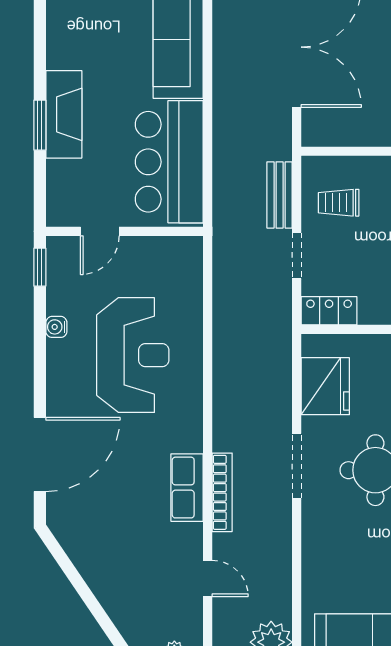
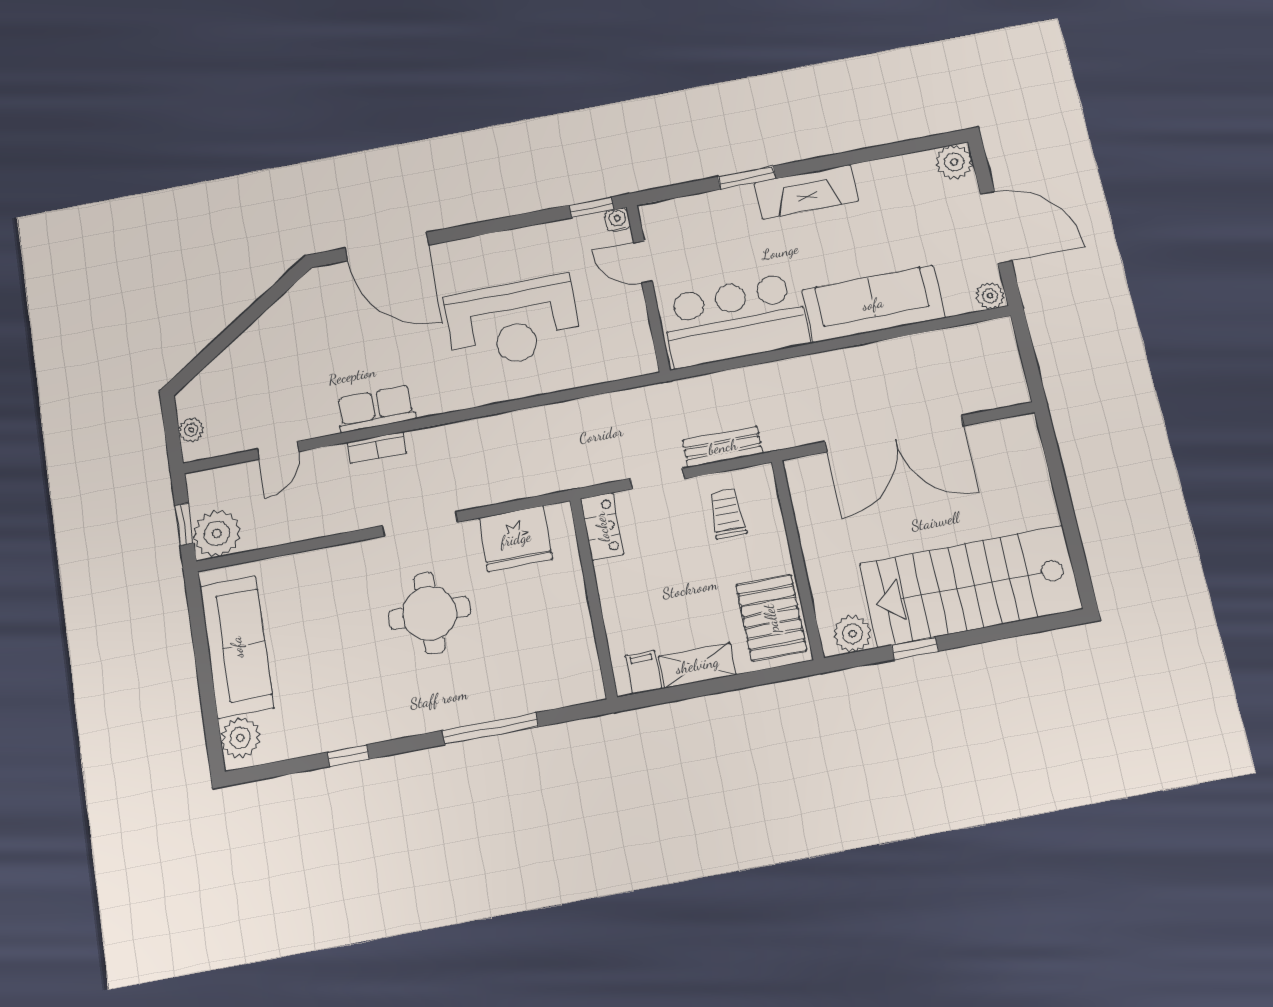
fireplace: (64, 114) -> (806, 192), moved
water cooler: (56, 327) -> (618, 220), moved
bookcase: (222, 492) -> (377, 448), width x0.64

